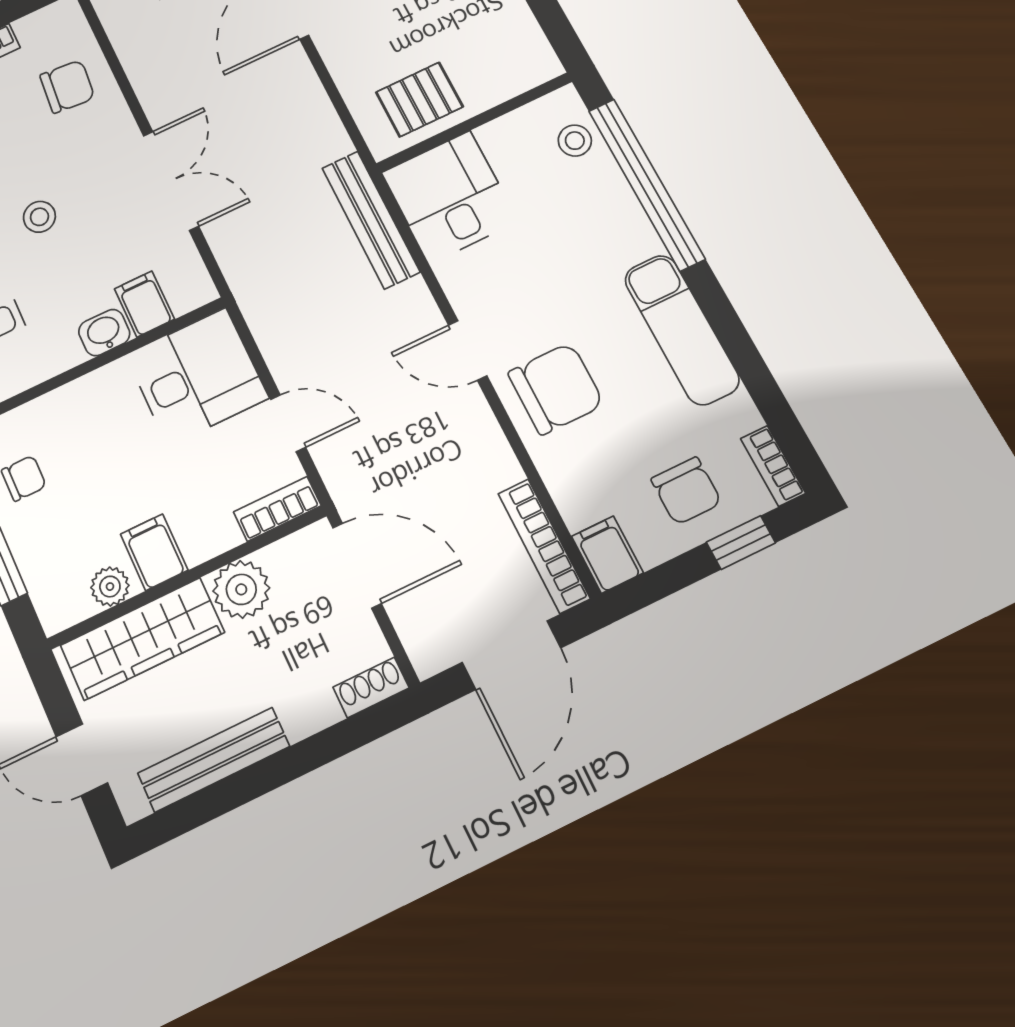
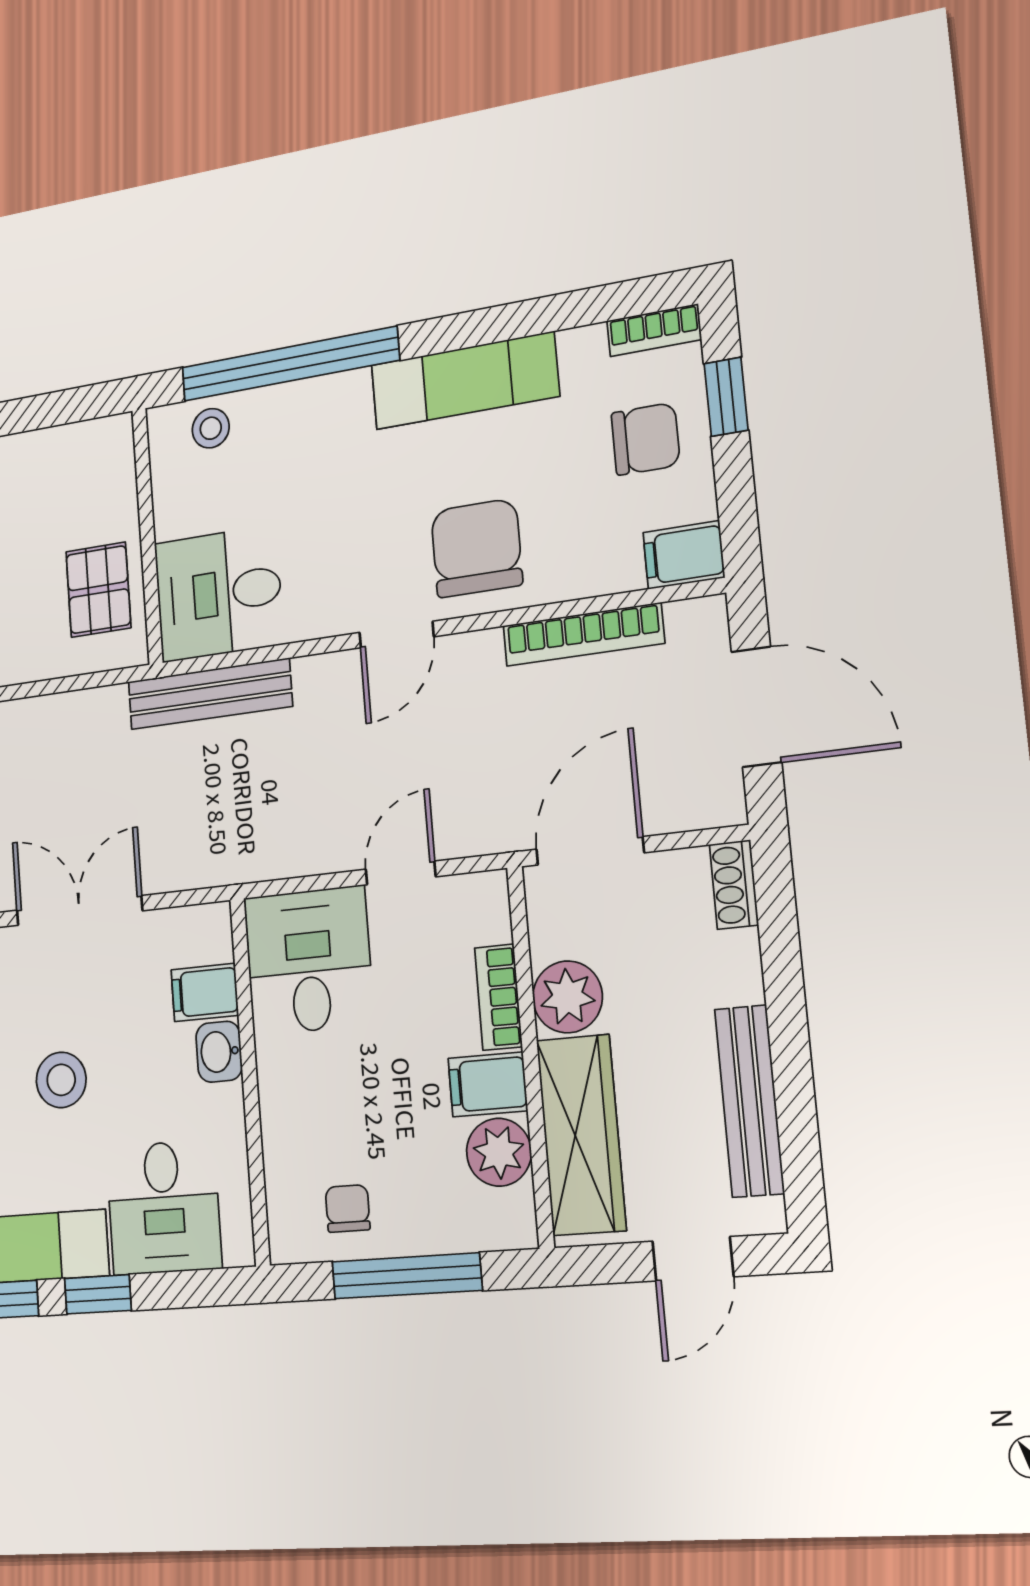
stool: (39, 217) -> (61, 1080), width x1.37, depth x1.37
bookcase: (277, 509) -> (498, 997), moved
bookcase: (544, 546) -> (583, 634), moved
plant: (110, 587) -> (499, 1152), width x1.38, depth x1.38

